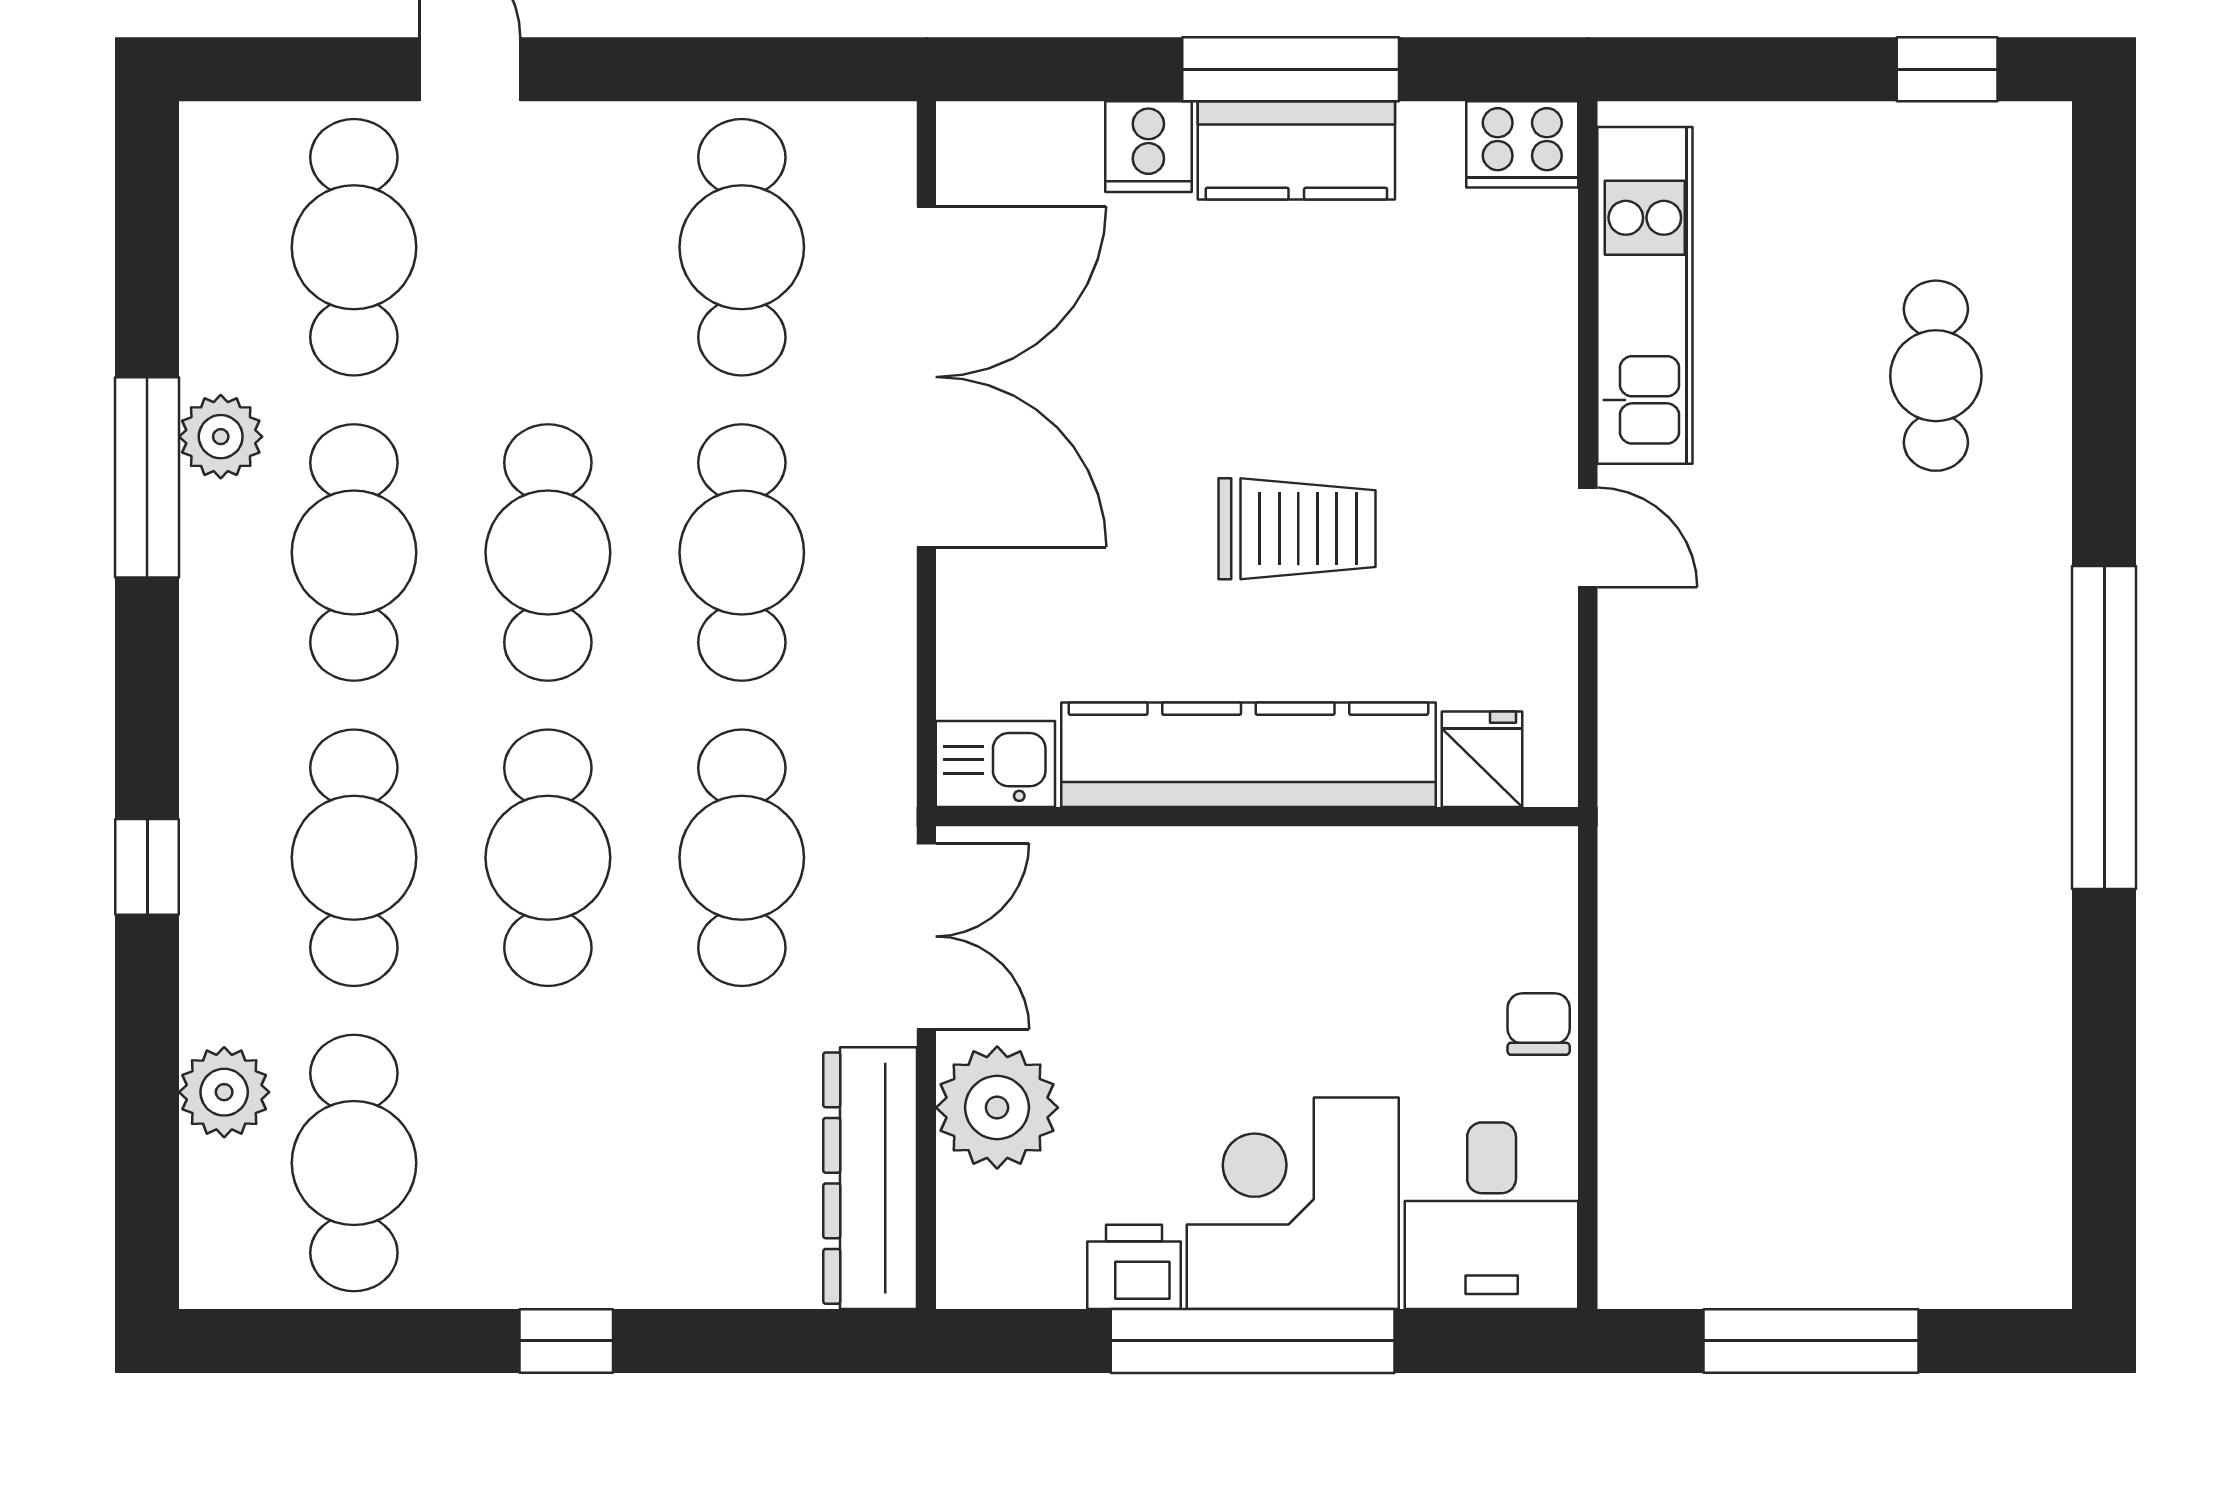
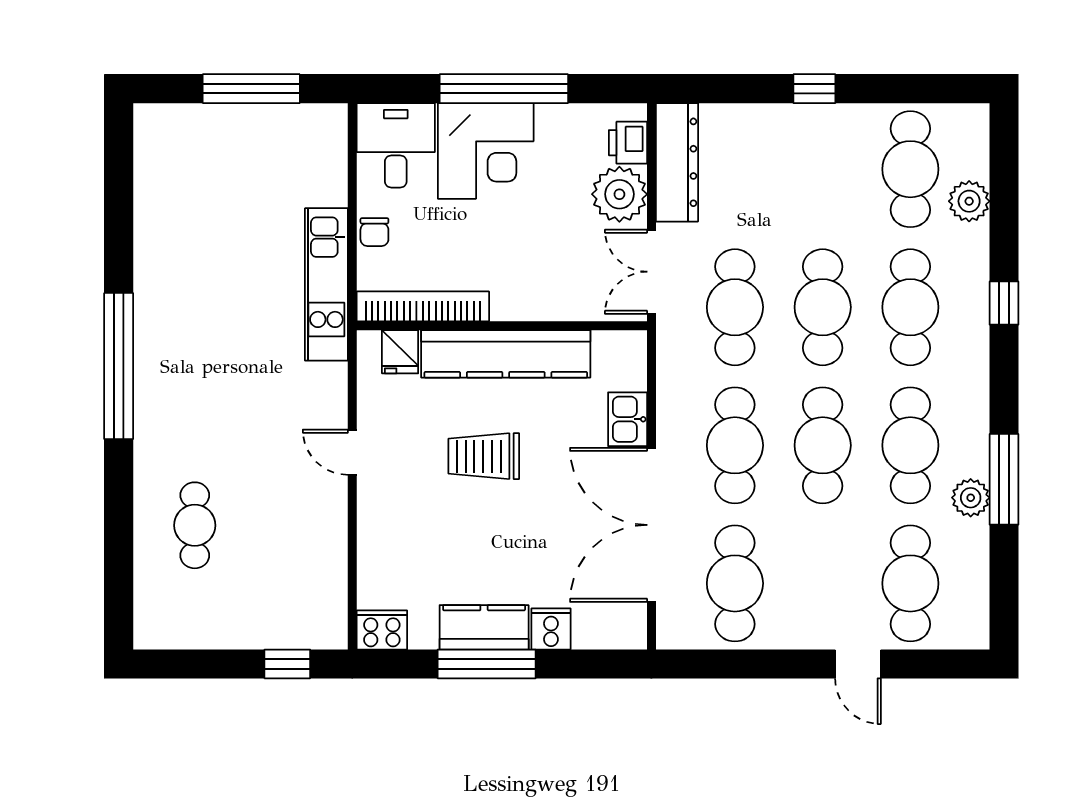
window: (1947, 69) -> (287, 664), moved
kitchen unit: (1645, 295) -> (326, 284), moved
kitchen sink: (995, 764) -> (628, 419), moved, turned 90
bookcase: (1432, 859) -> (423, 306), added
printer: (1134, 1267) -> (628, 143), moved, turned 90

